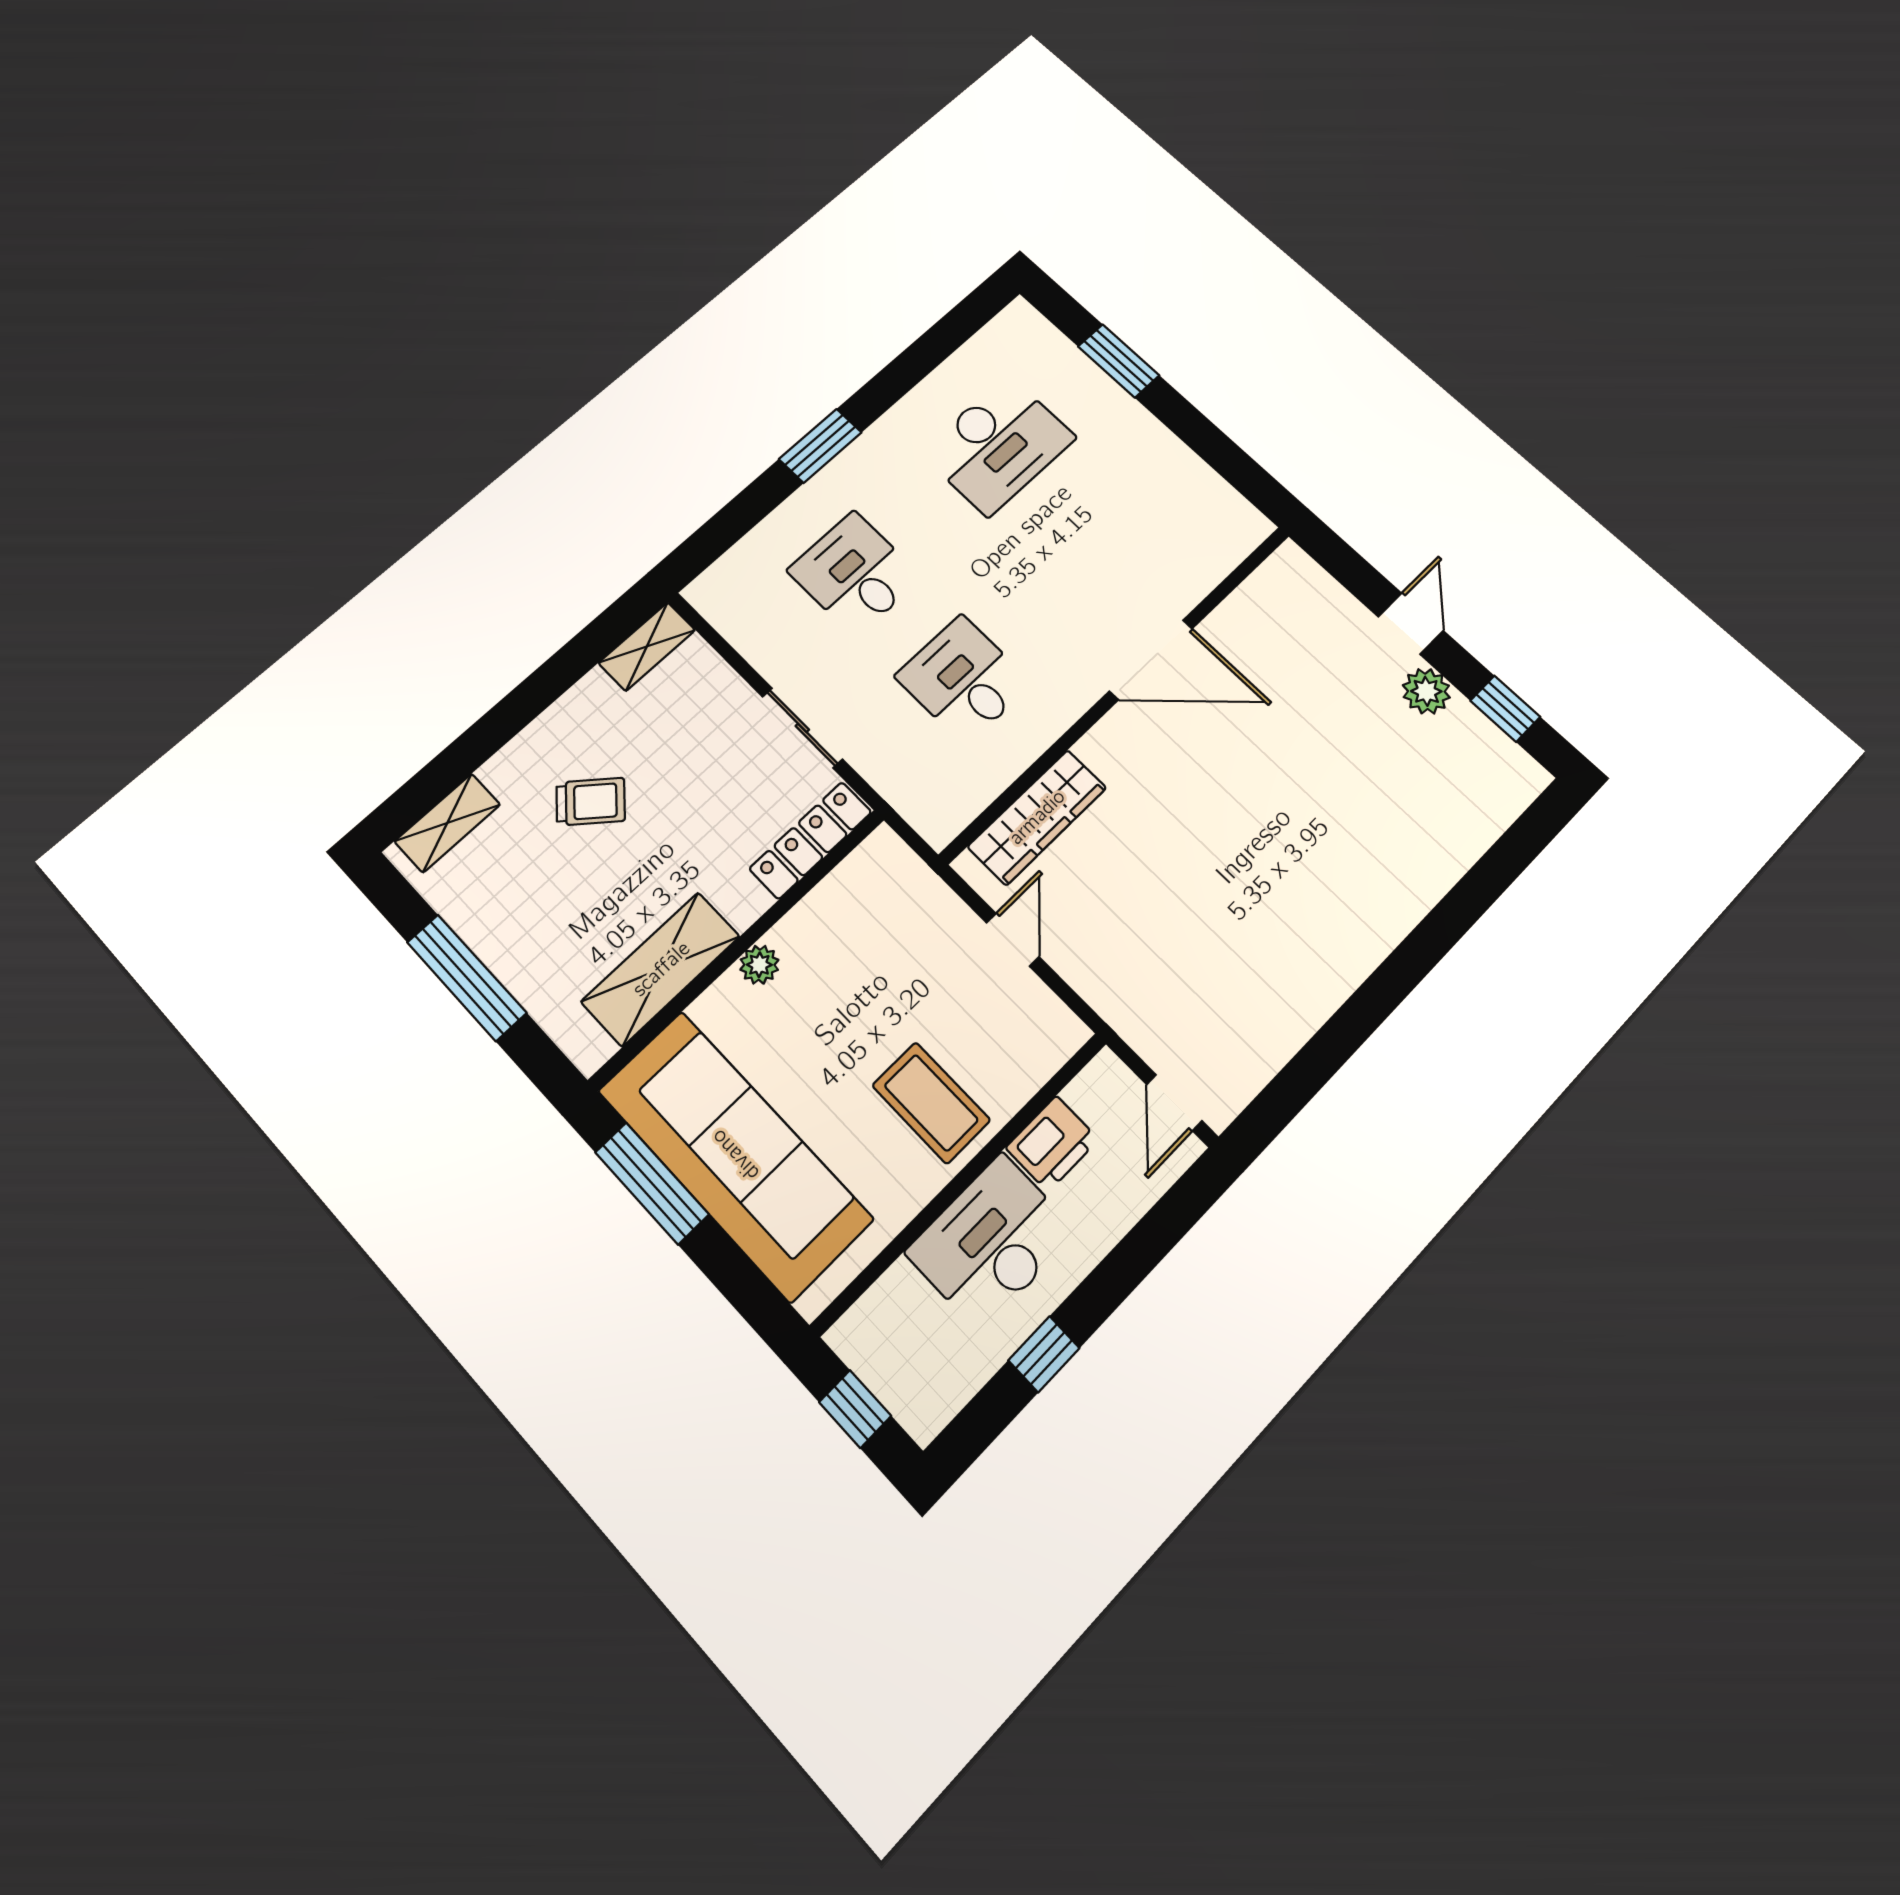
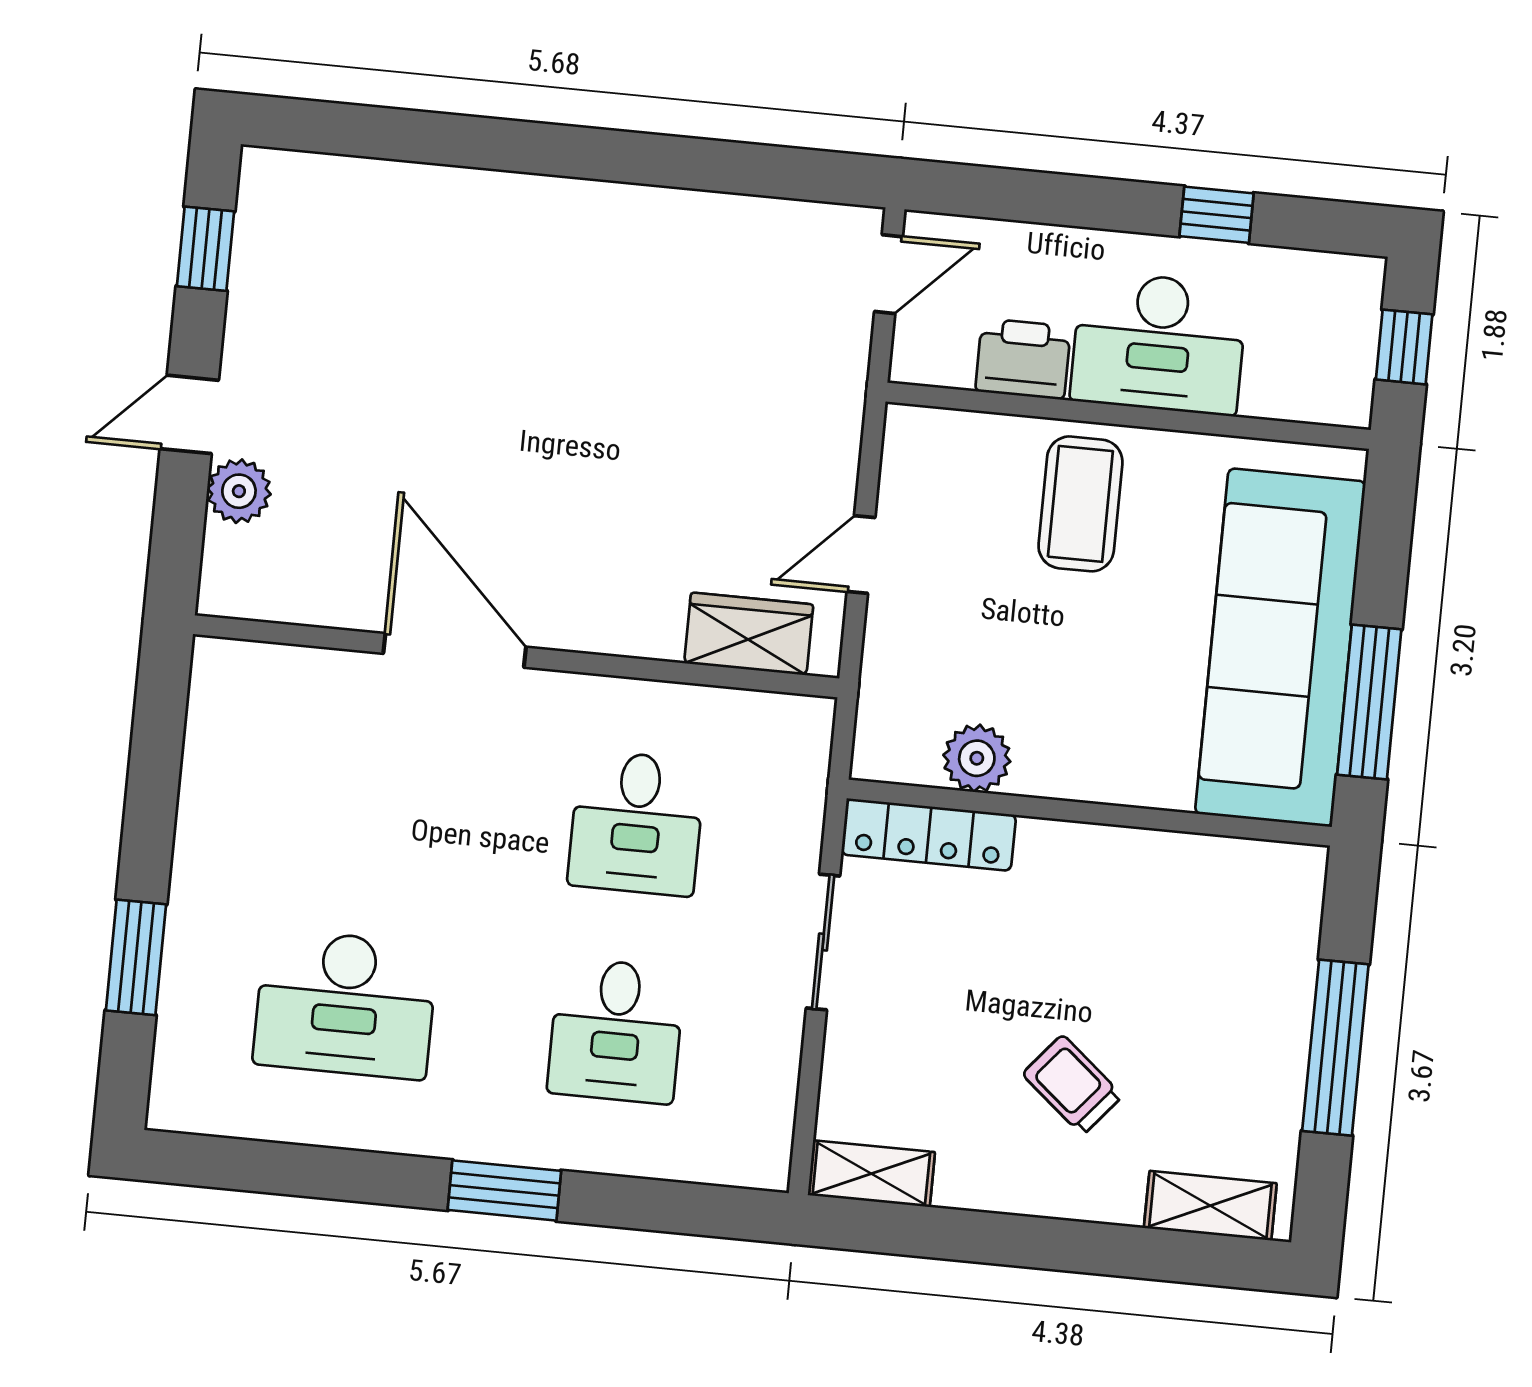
desk: (998, 445) -> (345, 1004), turned 180
plant: (1426, 691) -> (239, 491), moved
wardrobe: (1037, 817) -> (749, 634), width x0.67
plant: (759, 965) -> (977, 758), moved, width x1.38, depth x1.38
shelving: (661, 969) -> (1173, 870), removed

